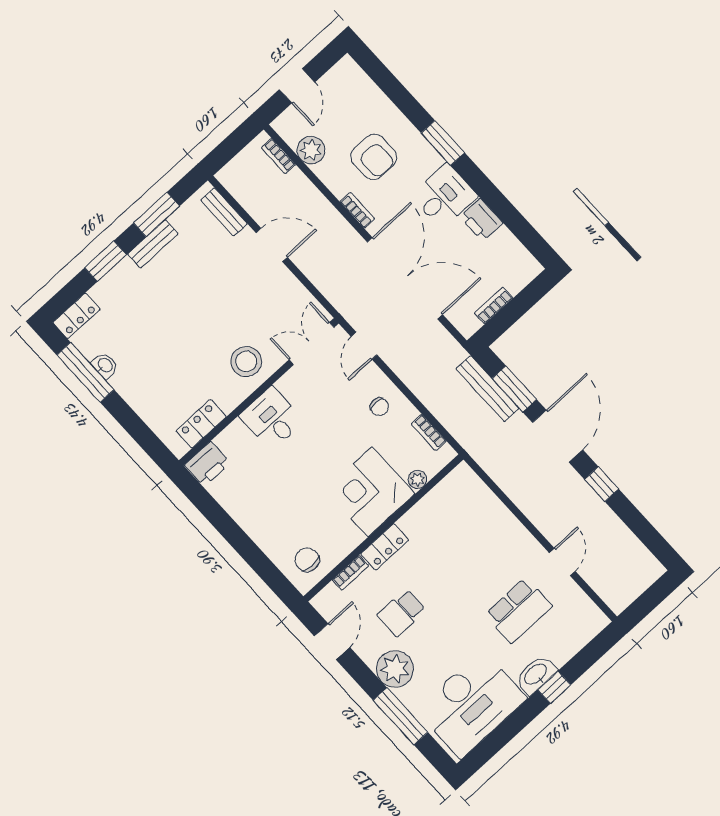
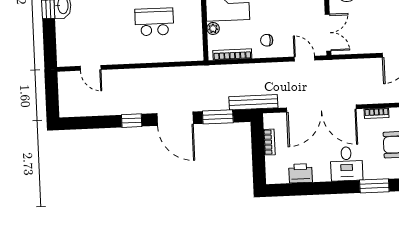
printer: (481, 220) -> (301, 173), moved
bench: (487, 389) -> (253, 102), moved
bookcase: (429, 432) -> (232, 54), width x1.56
door: (562, 562) -> (91, 68), moved
school desk: (519, 610) -> (154, 22), moved, turned 90

